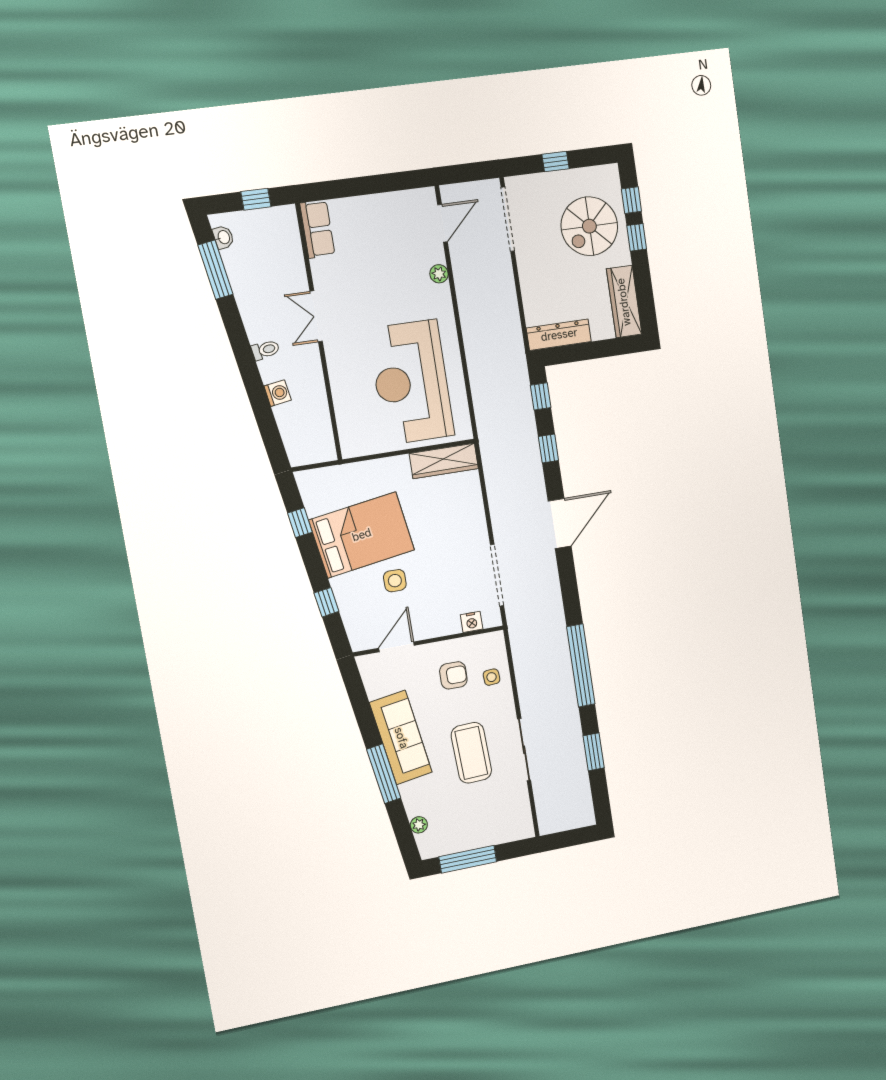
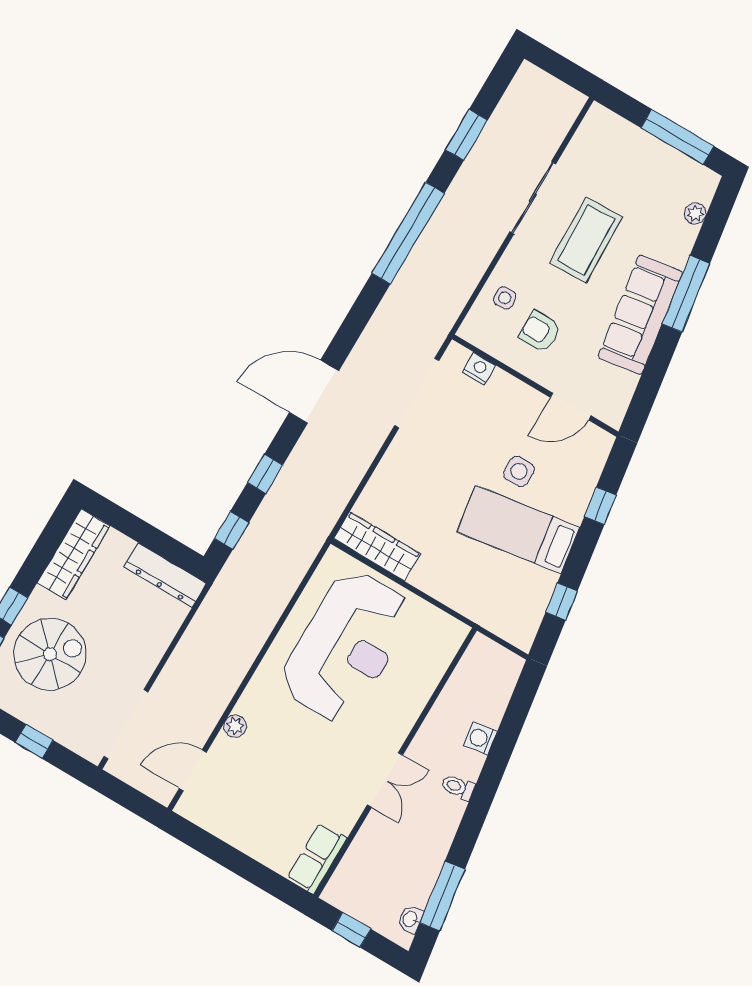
bed: (362, 535) -> (518, 530), width x0.67

